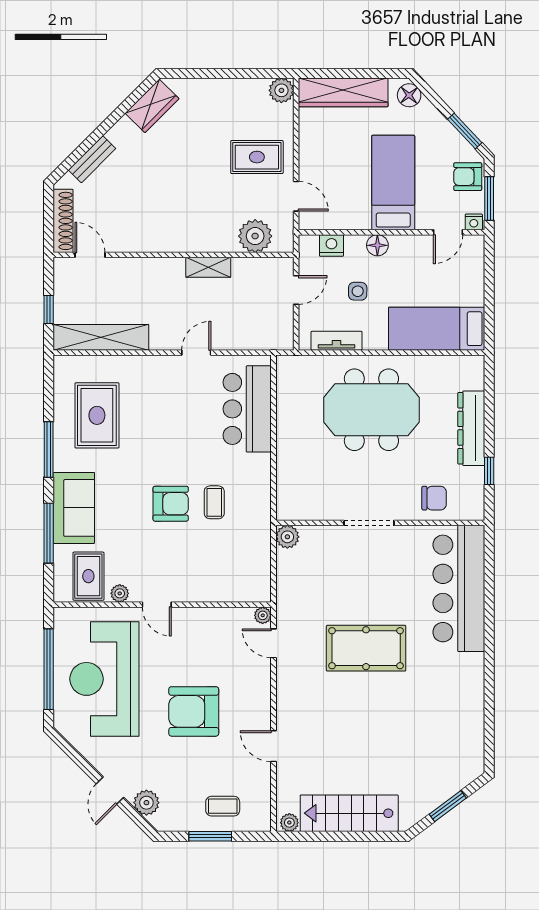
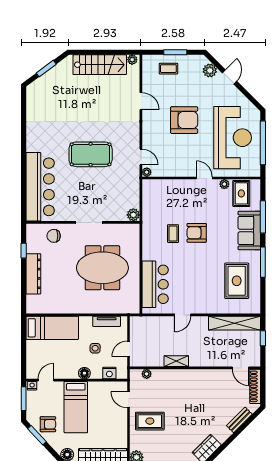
armchair: (468, 177) -> (48, 424), moved
plant: (255, 236) -> (147, 374), width x0.53, depth x0.53
meeting table: (371, 410) -> (102, 268), moved

